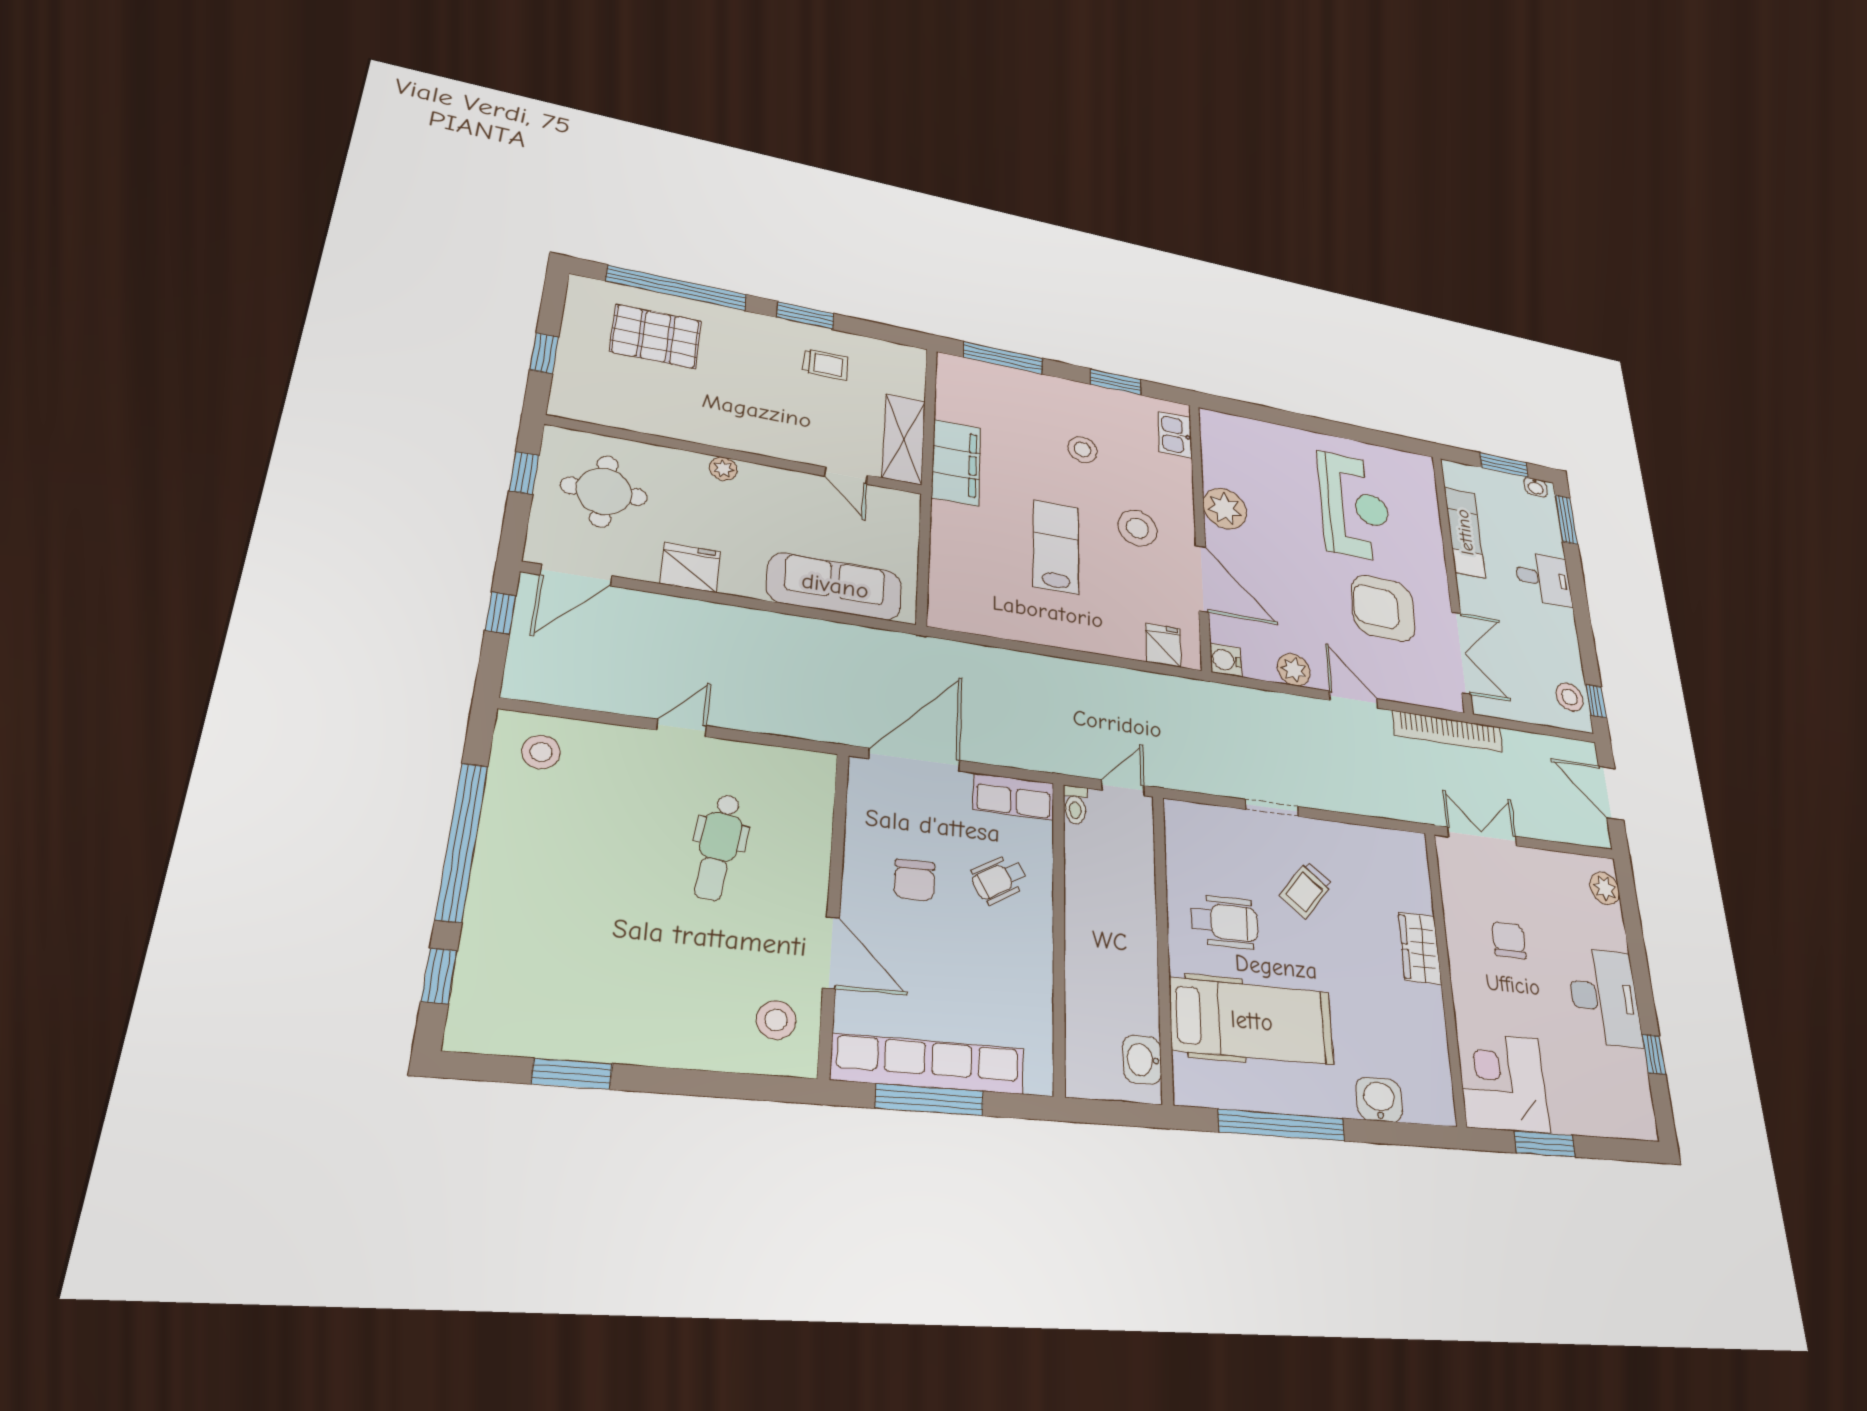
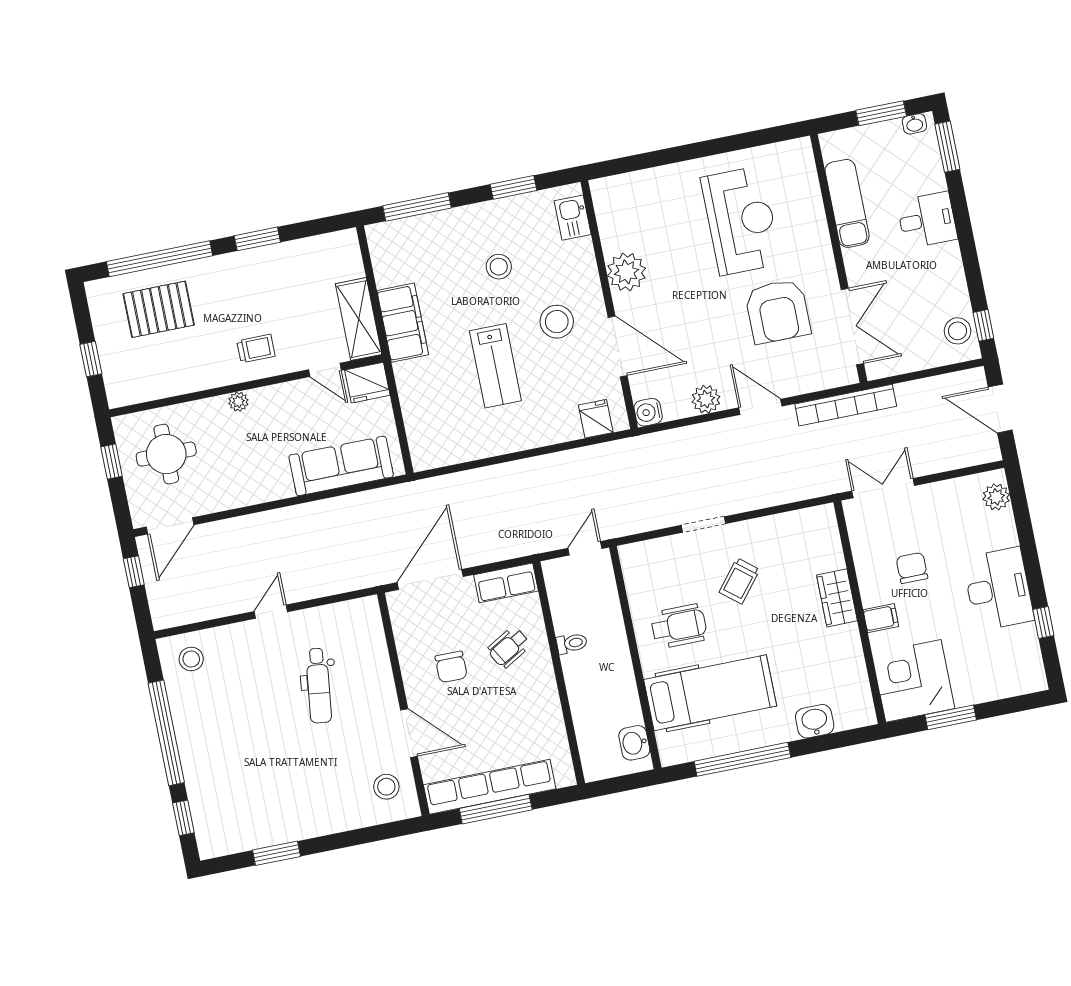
trolley: (826, 364) -> (256, 349), moved
lab bench: (1056, 547) -> (495, 366), turned 180
fridge: (690, 568) -> (367, 383), moved, turned 180
armchair: (1383, 608) -> (778, 311), turned -92
toilet: (1075, 805) -> (572, 643), moved, turned -90
filing cabinet: (1469, 990) -> (881, 618), added

